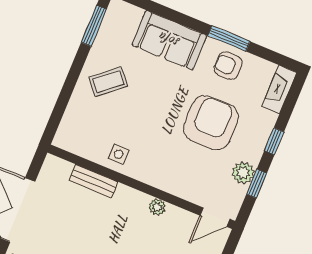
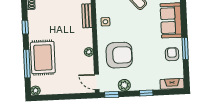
armchair: (211, 123) -> (119, 55), moved
window: (257, 184) -> (112, 95), moved

